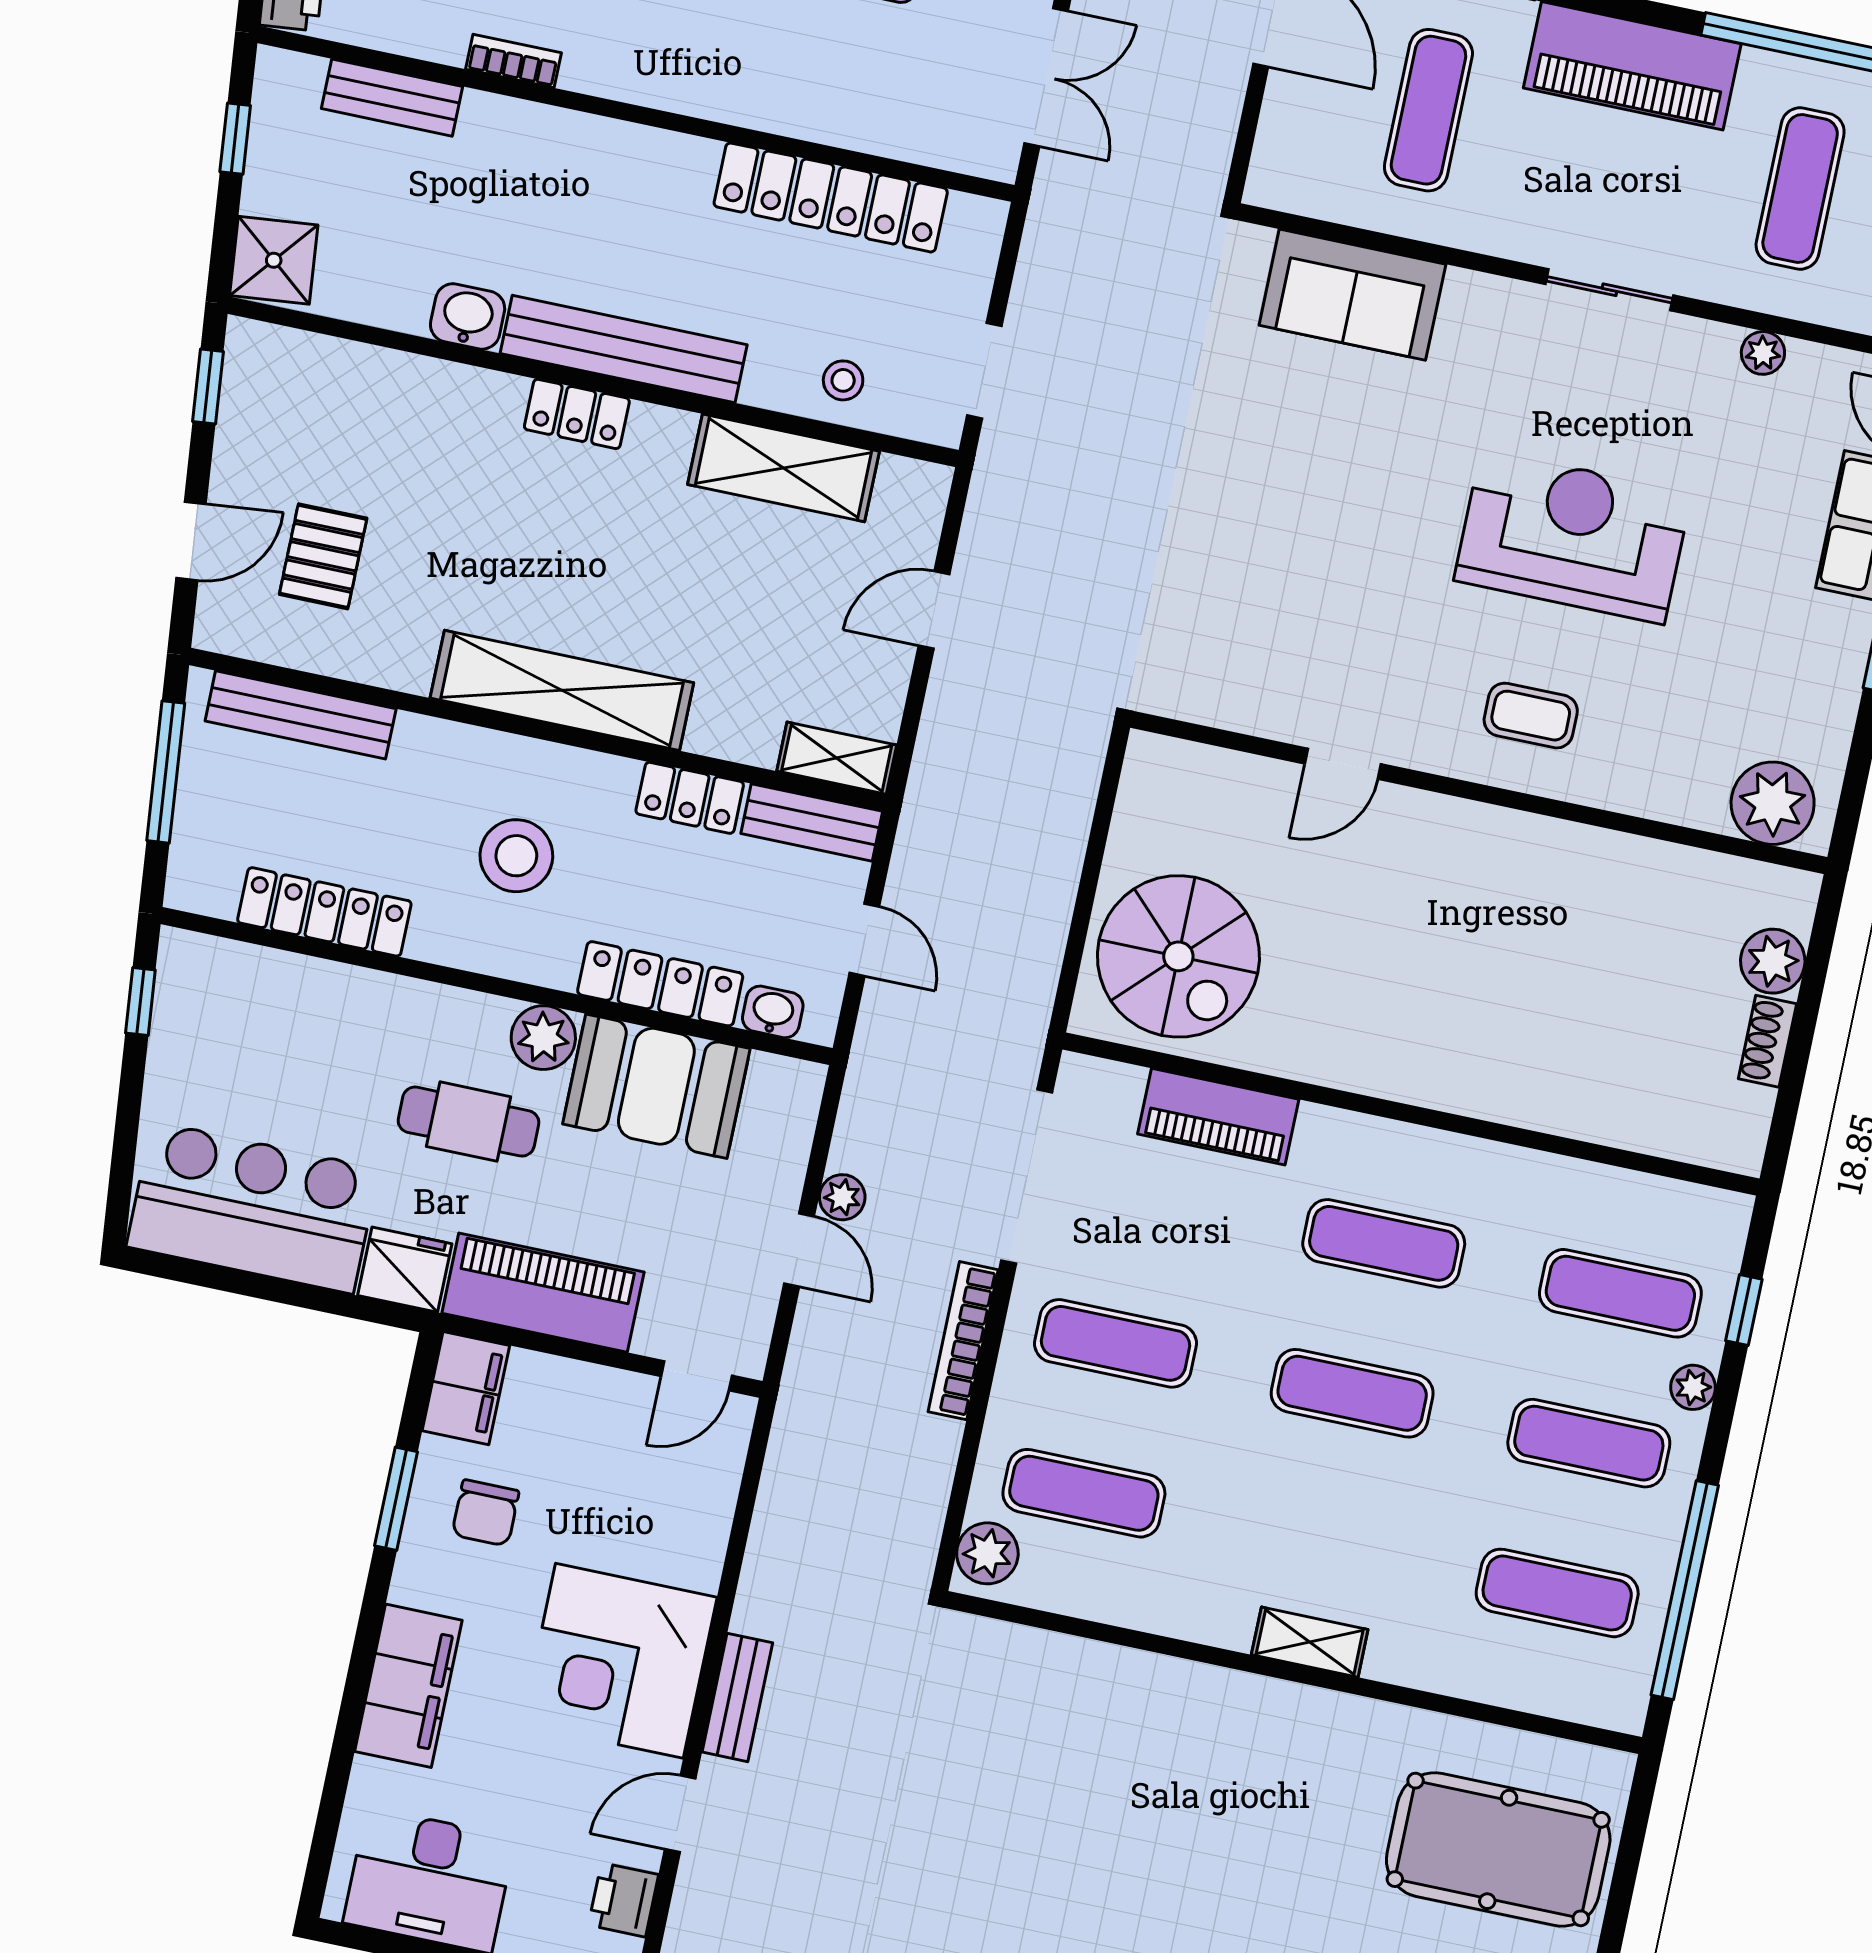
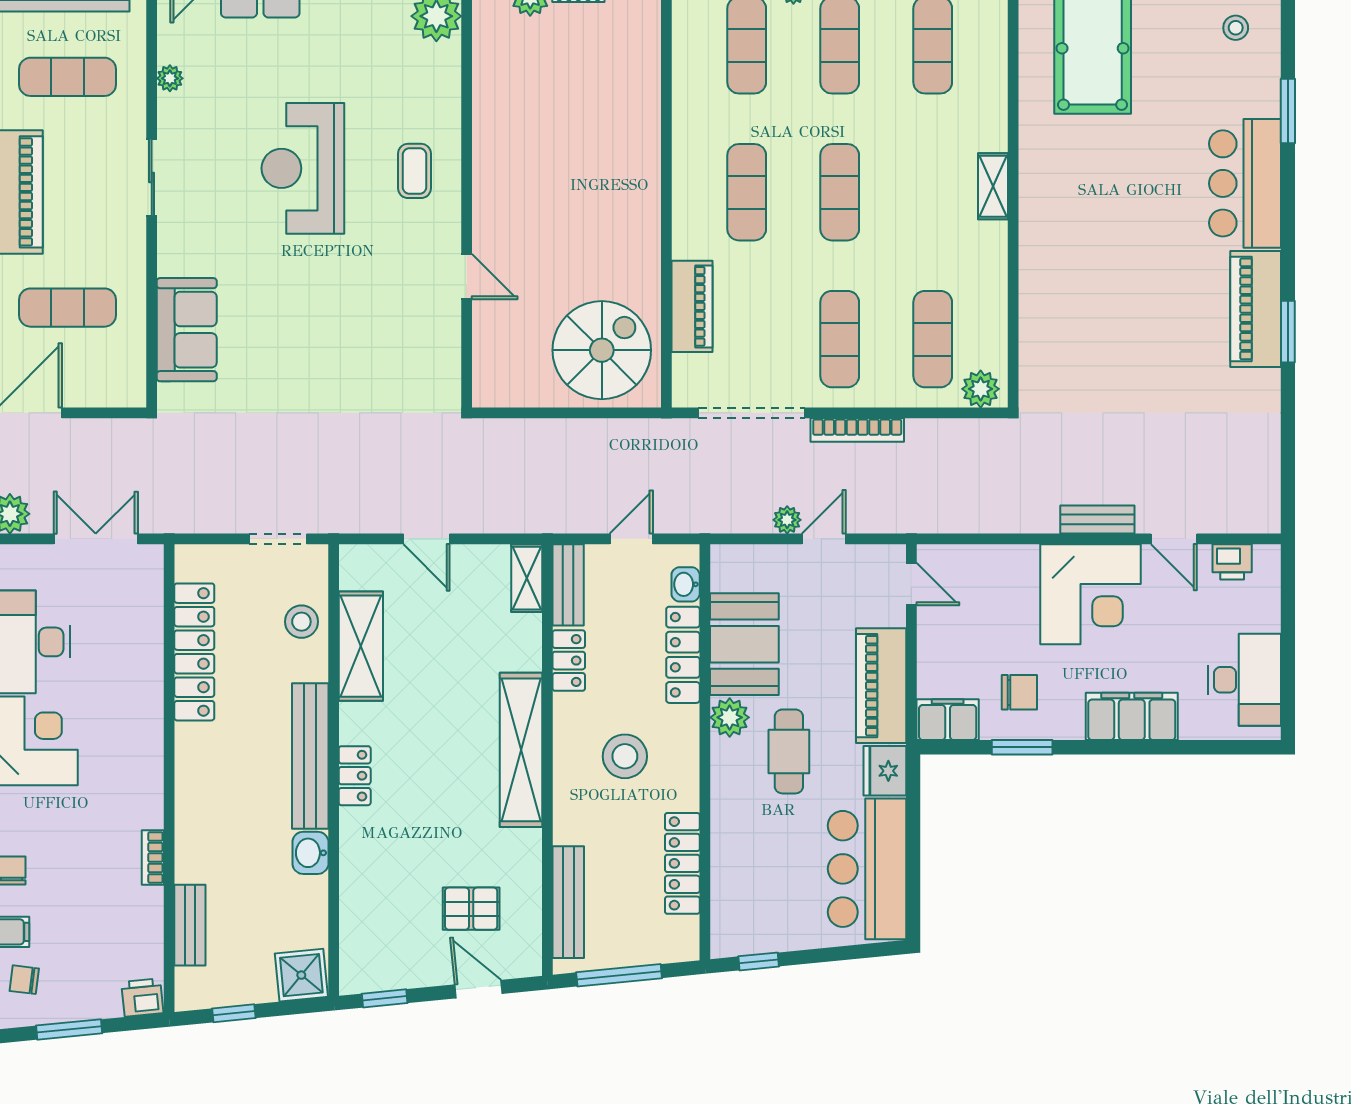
stool: (843, 380) -> (301, 622), width x1.37, depth x1.37

